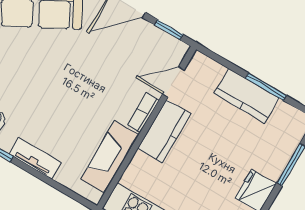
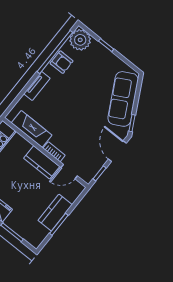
door: (173, 82) -> (69, 172), swing flipped

